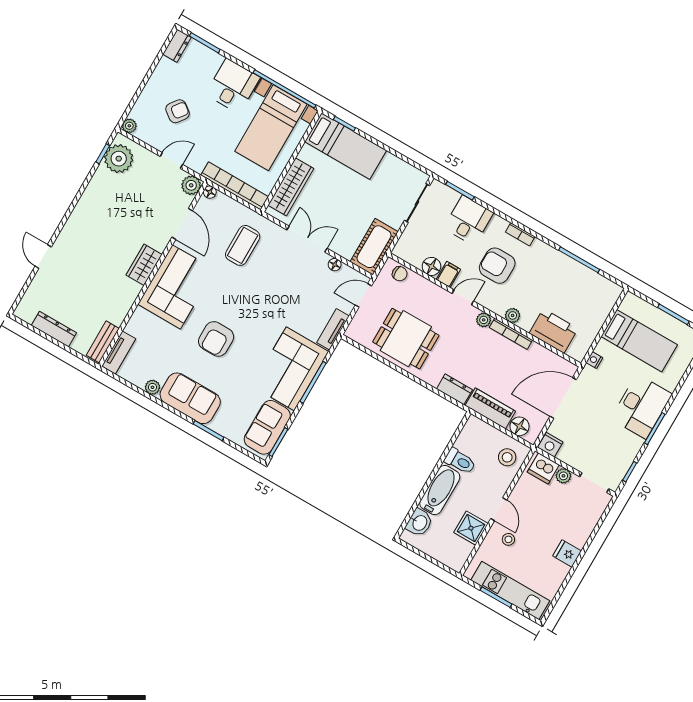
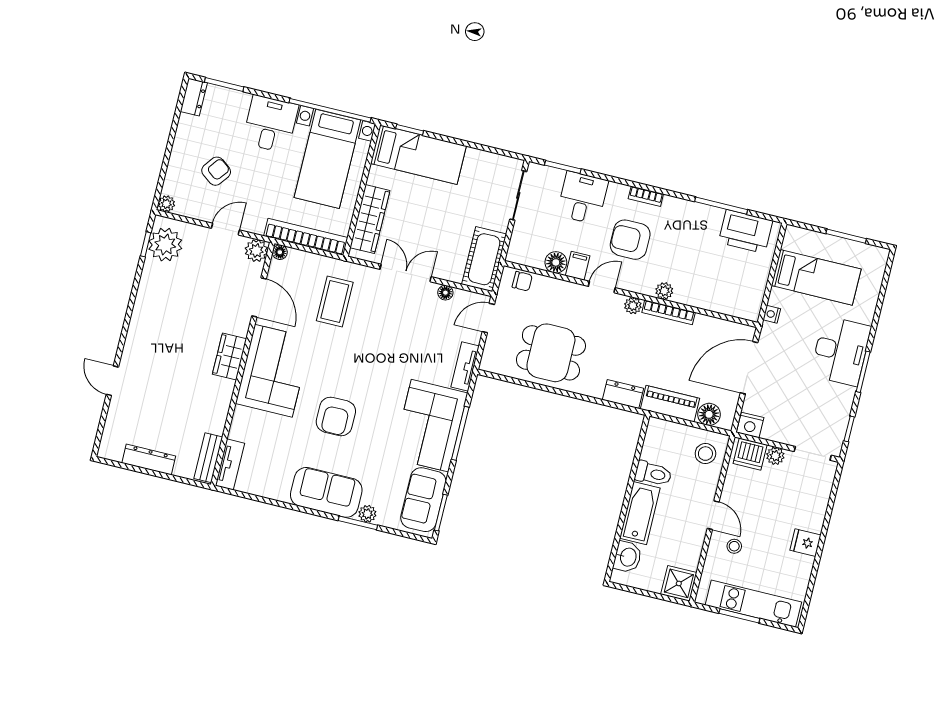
printer: (554, 331) -> (746, 232), moved, turned 180
plant: (152, 387) -> (367, 514), moved
shower: (471, 528) -> (679, 583), moved

